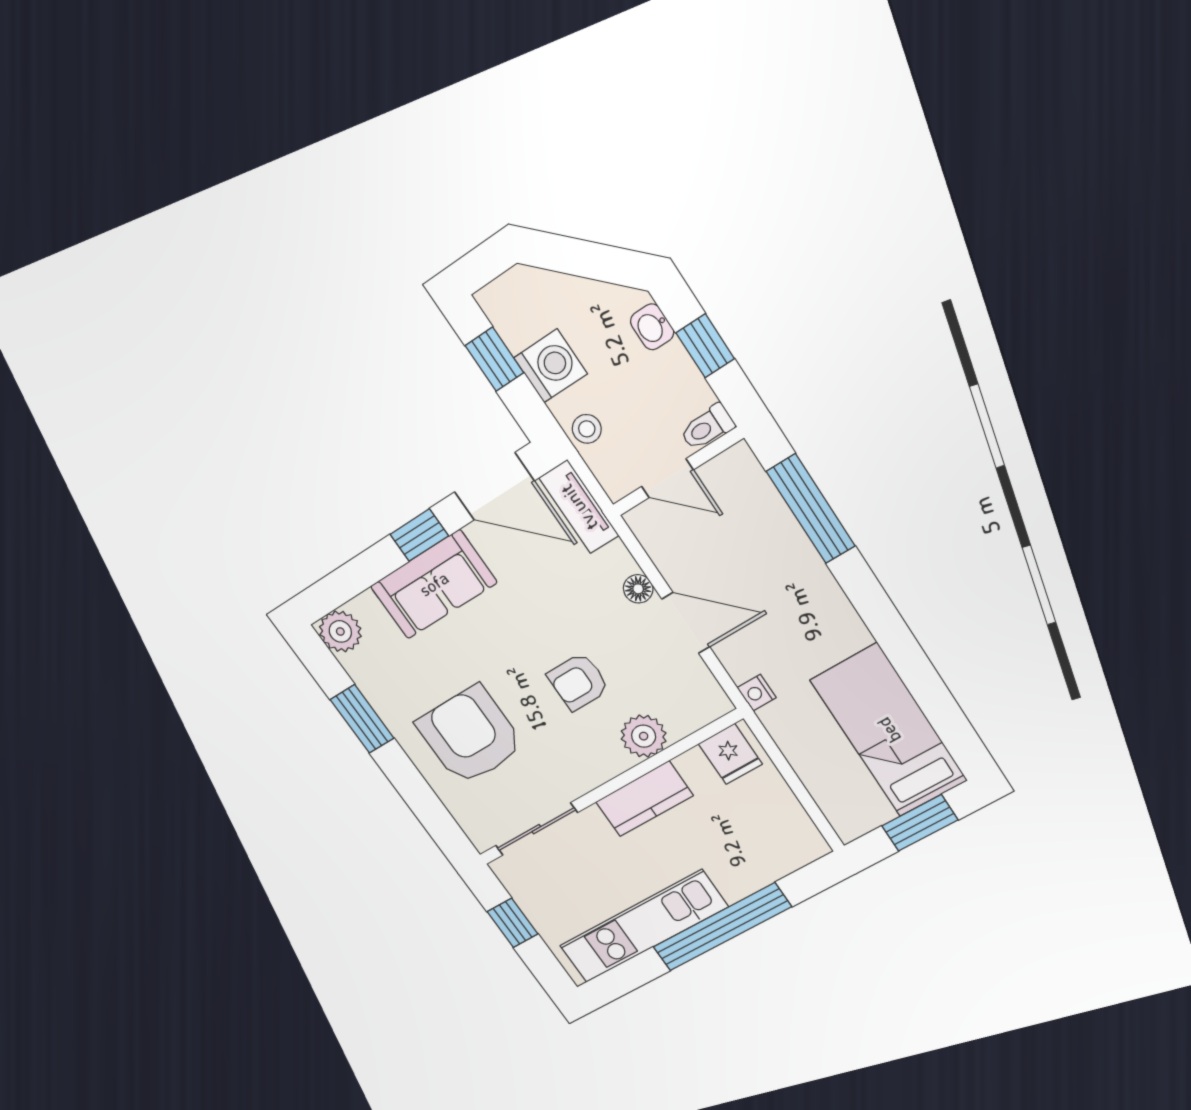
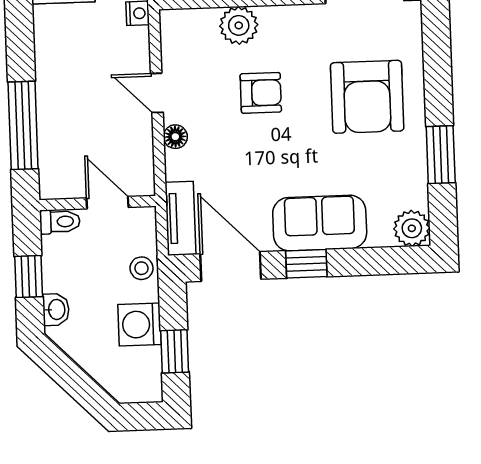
door: (686, 623) -> (157, 93), width x0.73

